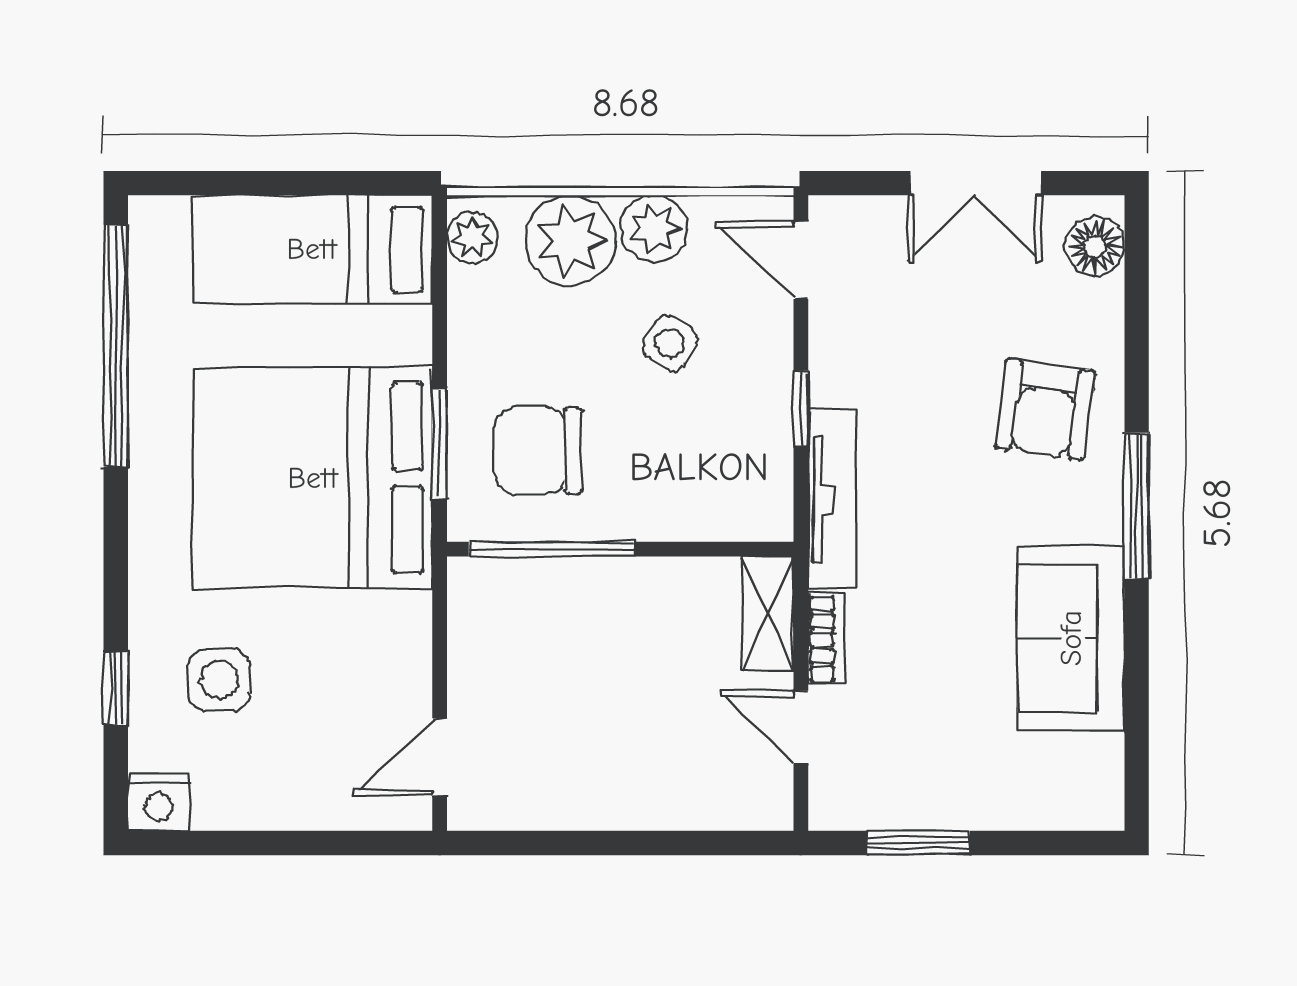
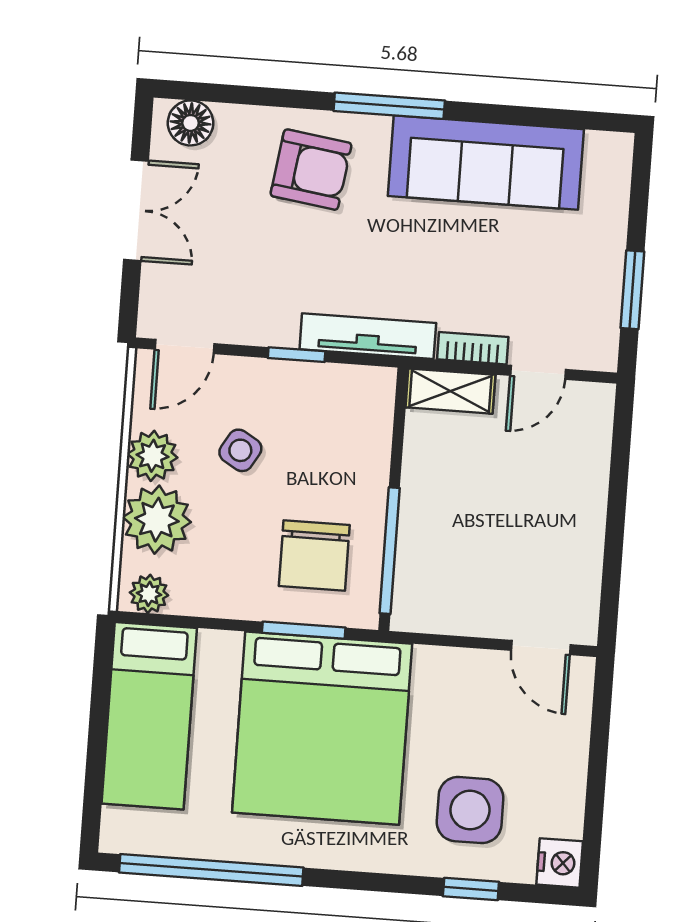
sofa: (1071, 638) -> (486, 163), width x1.36
side table: (219, 680) -> (470, 810), width x1.37, depth x1.37

